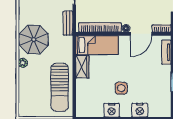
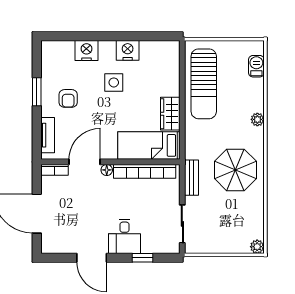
parasol: (34, 40) -> (235, 170), moved
armchair: (152, 77) -> (68, 98), added
sun lounger: (60, 87) -> (204, 84), turned 180
barbecue: (24, 99) -> (256, 66), added

